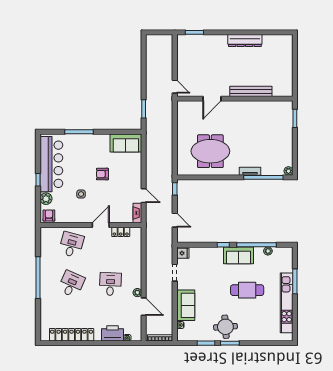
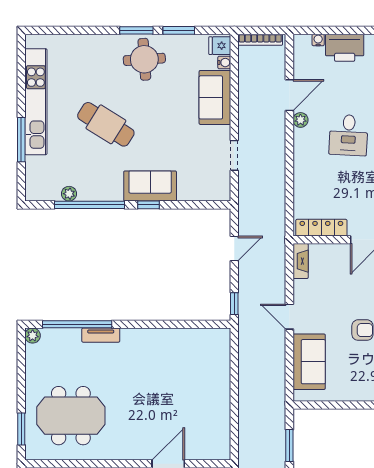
sofa: (126, 143) -> (309, 362), moved, turned 90
meeting table: (210, 151) -> (71, 416), moved
door: (144, 196) -> (289, 317), moved
door: (175, 220) -> (234, 249), swing flipped
locker: (121, 232) -> (321, 228), width x1.53
fridge: (183, 253) -> (220, 46), moved
sofa: (239, 255) -> (150, 186), moved
cafe table: (247, 290) -> (106, 124), turned 32
door: (144, 307) -> (289, 95), swing flipped

